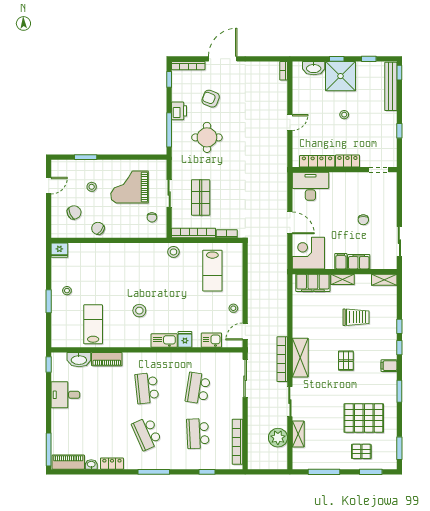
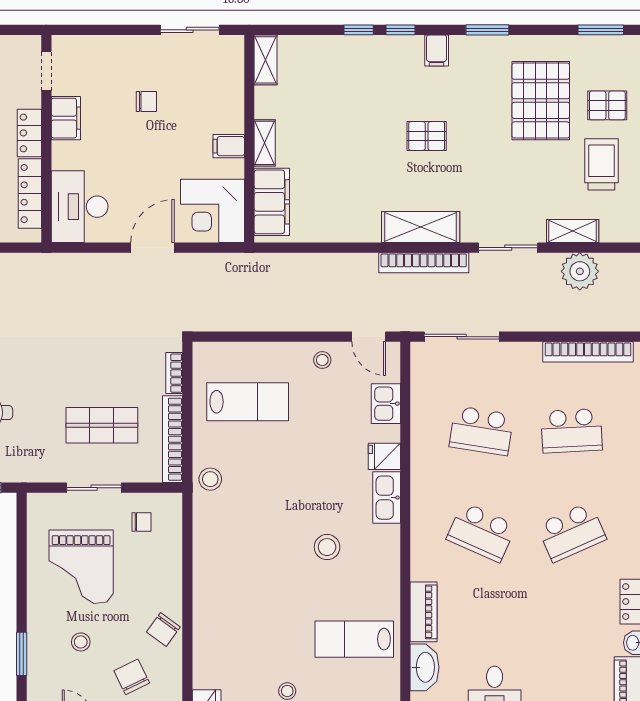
filing cabinet: (359, 262) -> (66, 118), moved, turned 180
trolley: (356, 317) -> (601, 164), moved
school desk: (147, 388) -> (481, 532), turned 30
pallet: (361, 451) -> (607, 105), turned 90

